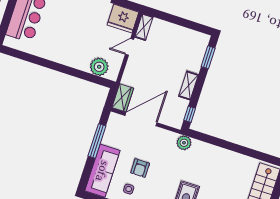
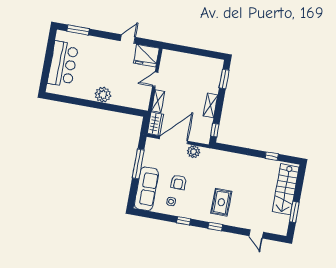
shelving: (144, 27) -> (158, 101), moved
plant: (99, 67) -> (103, 95), moved
plant: (184, 143) -> (194, 152), moved
window: (251, 153) -> (272, 156), added

